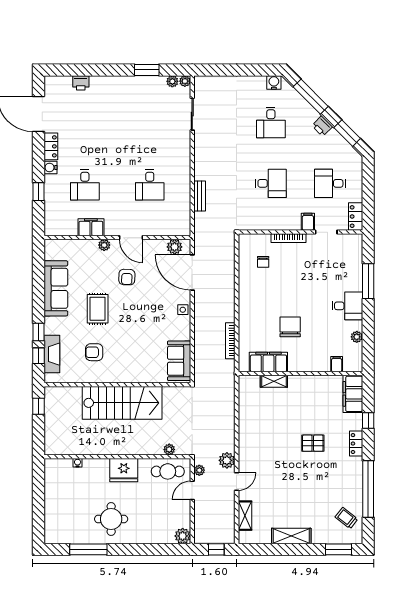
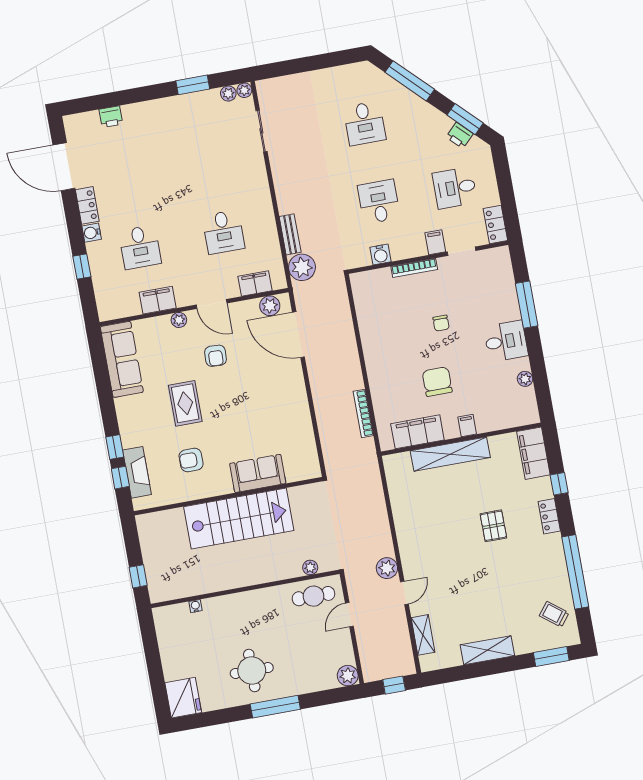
water cooler: (274, 82) -> (381, 254), moved, turned 180
printer: (322, 126) -> (460, 135), moved
desk: (271, 183) -> (379, 202), turned -90
filing cabinet: (166, 228) -> (255, 283), added
chair: (263, 262) -> (441, 323), moved
sofa: (56, 288) -> (122, 359), moved
side table: (183, 310) -> (295, 385), removed
sofa: (179, 361) -> (258, 473), moved, turned 90
filing cabinet: (337, 364) -> (467, 426), moved
shelving: (274, 381) -> (450, 454), width x2.20, depth x1.33
window: (39, 406) -> (138, 576), moved
pallet: (313, 443) -> (493, 526), turned 90
fridge: (124, 470) -> (183, 698), moved, turned -90
plant: (199, 470) -> (302, 267), moved, width x1.87, depth x1.87
window: (88, 549) -> (275, 707), moved

